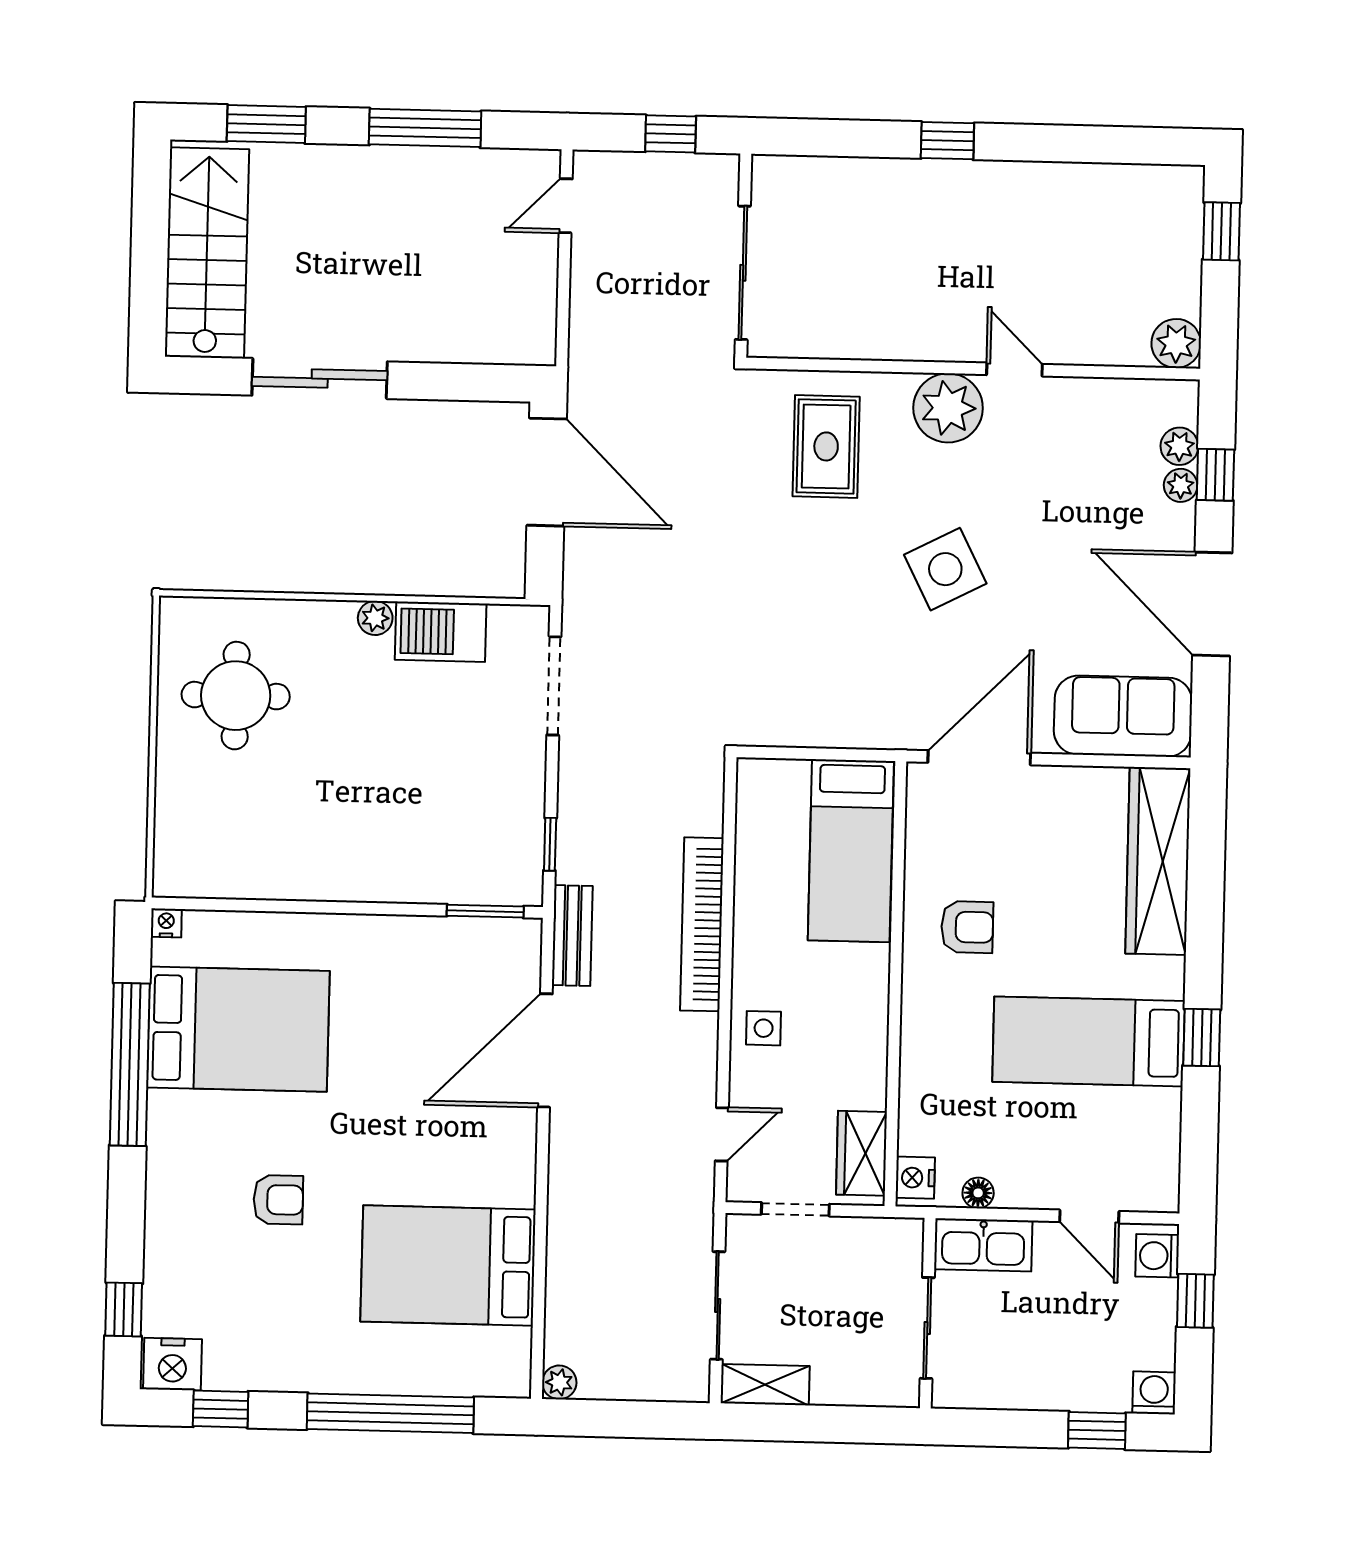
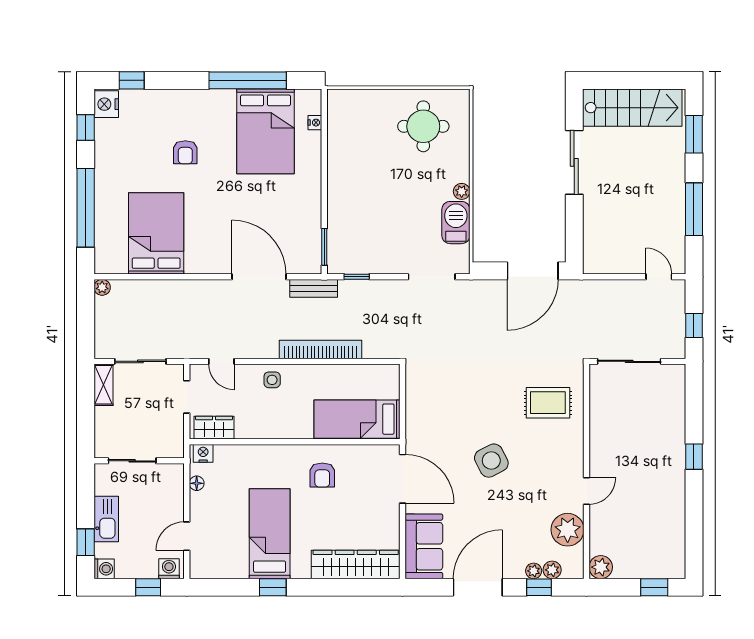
plant: (948, 408) -> (568, 530), moved
nightstand: (166, 923) -> (315, 123), moved
kitchen sink: (983, 1245) -> (106, 519), moved, turned 180

